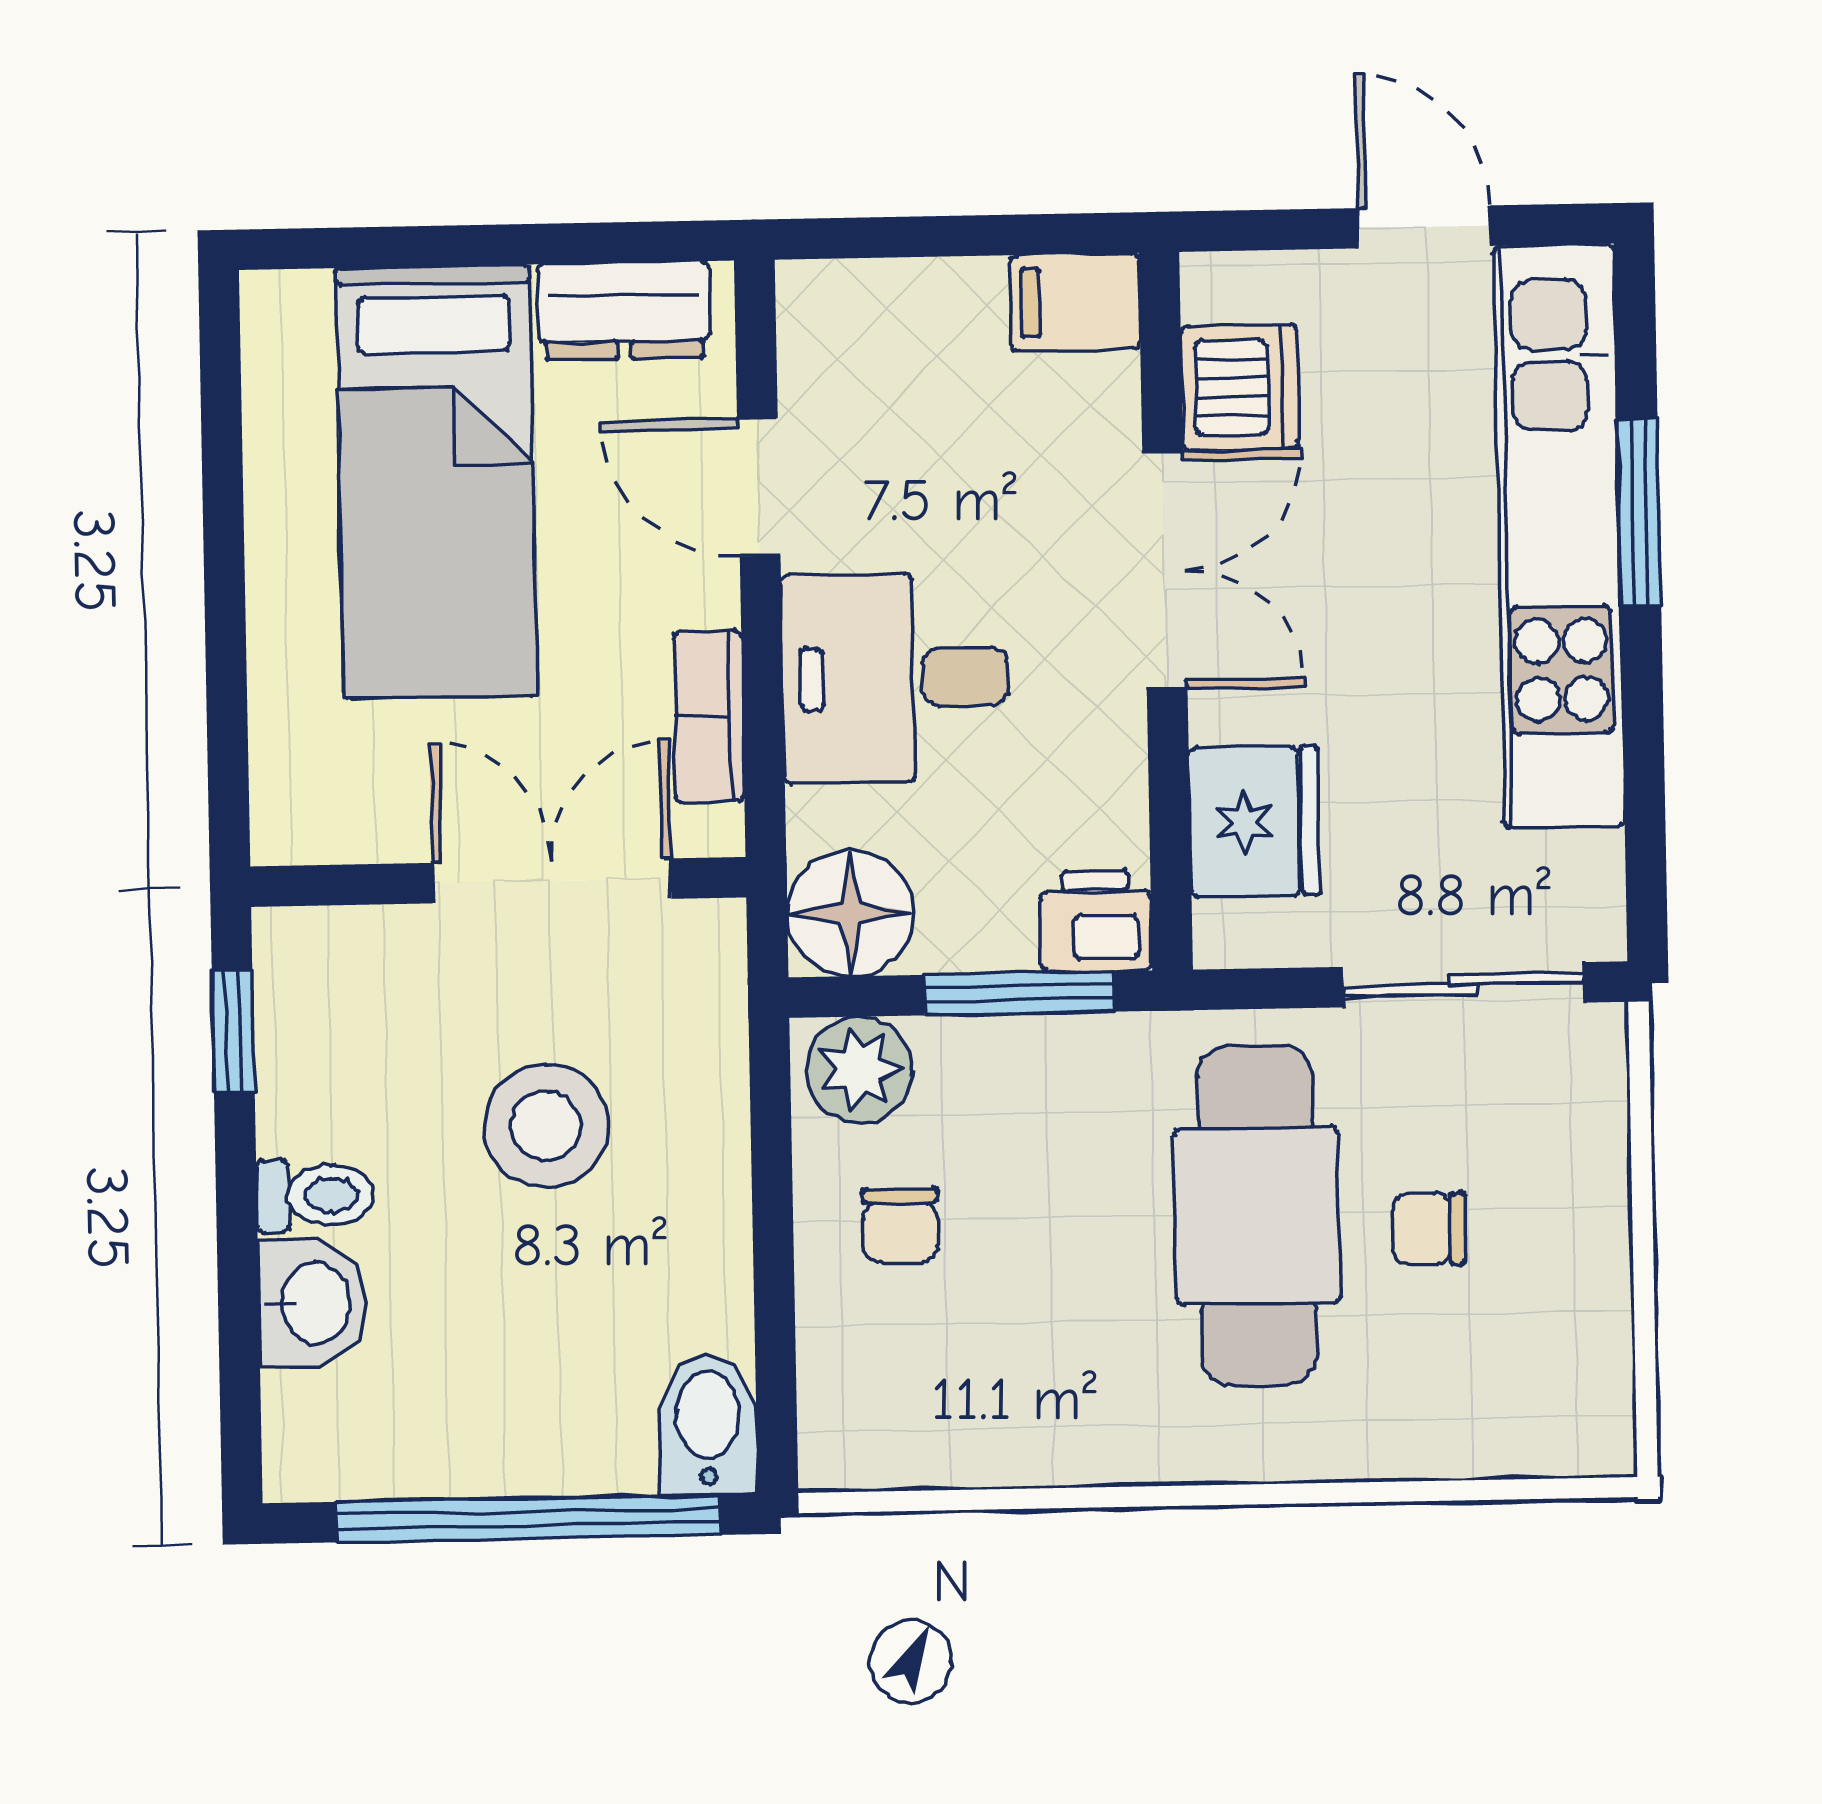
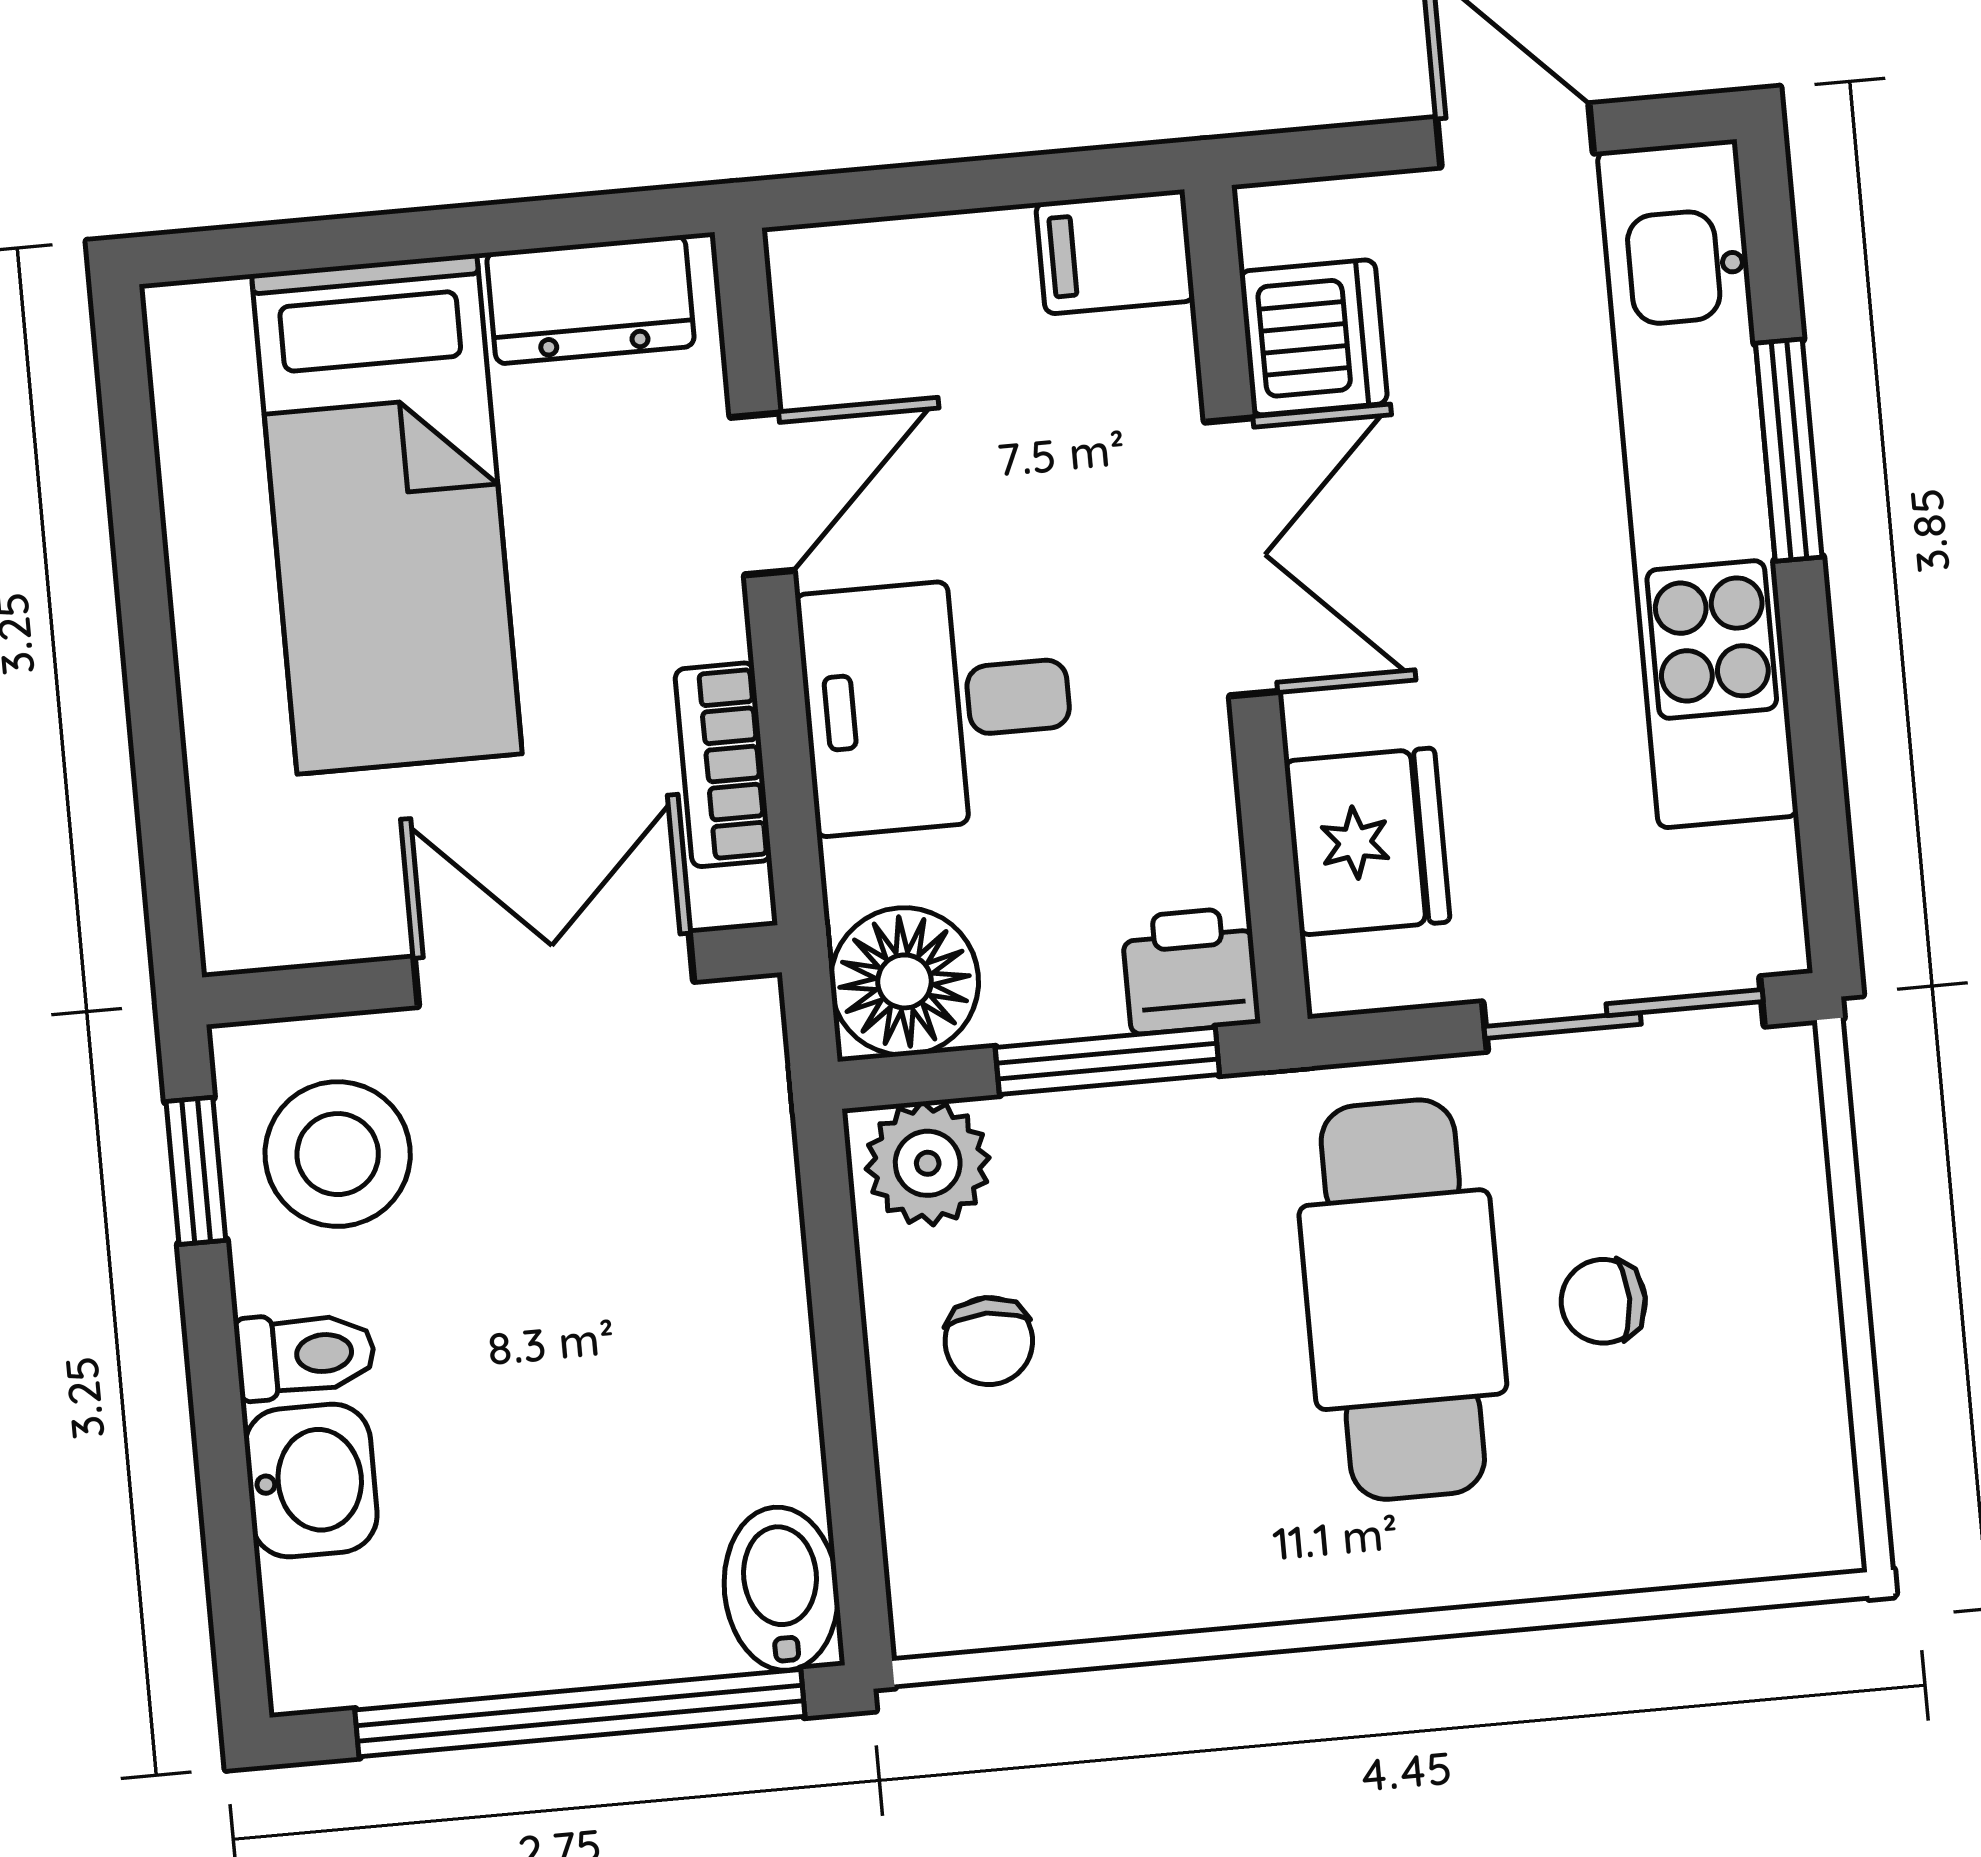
door: (759, 487) -> (762, 494), swing flipped
stool: (546, 1126) -> (338, 1154), moved

